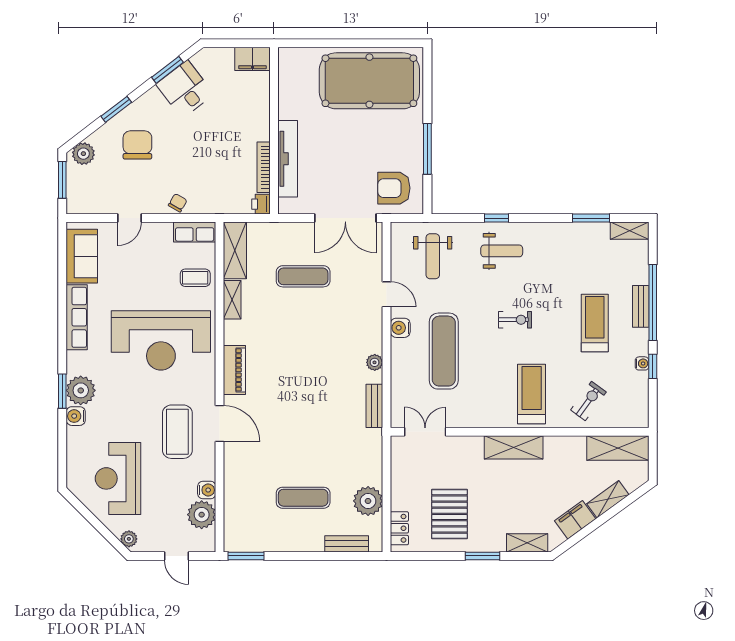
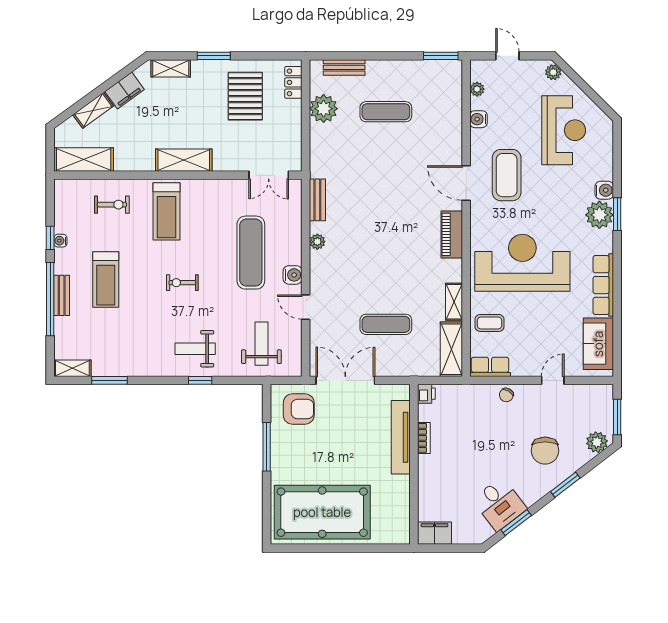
bookcase: (264, 167) -> (424, 438), width x0.64
exercise bike: (588, 401) -> (112, 205), turned -126
plant: (202, 515) -> (477, 89), width x0.53, depth x0.53

